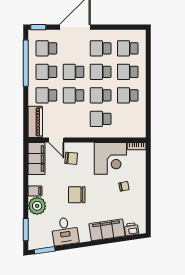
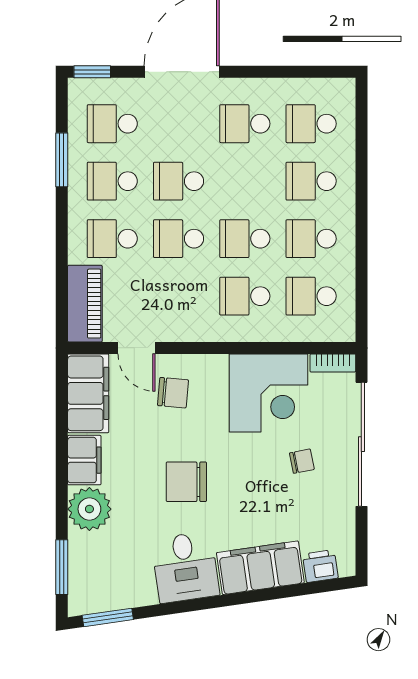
window: (26, 63) -> (62, 160), width x0.47
school desk: (101, 72) -> (311, 296), moved
sliding door: (148, 179) -> (361, 444), added
filing cabinet: (35, 191) -> (84, 460), width x2.00
desk: (65, 231) -> (185, 567), moved

